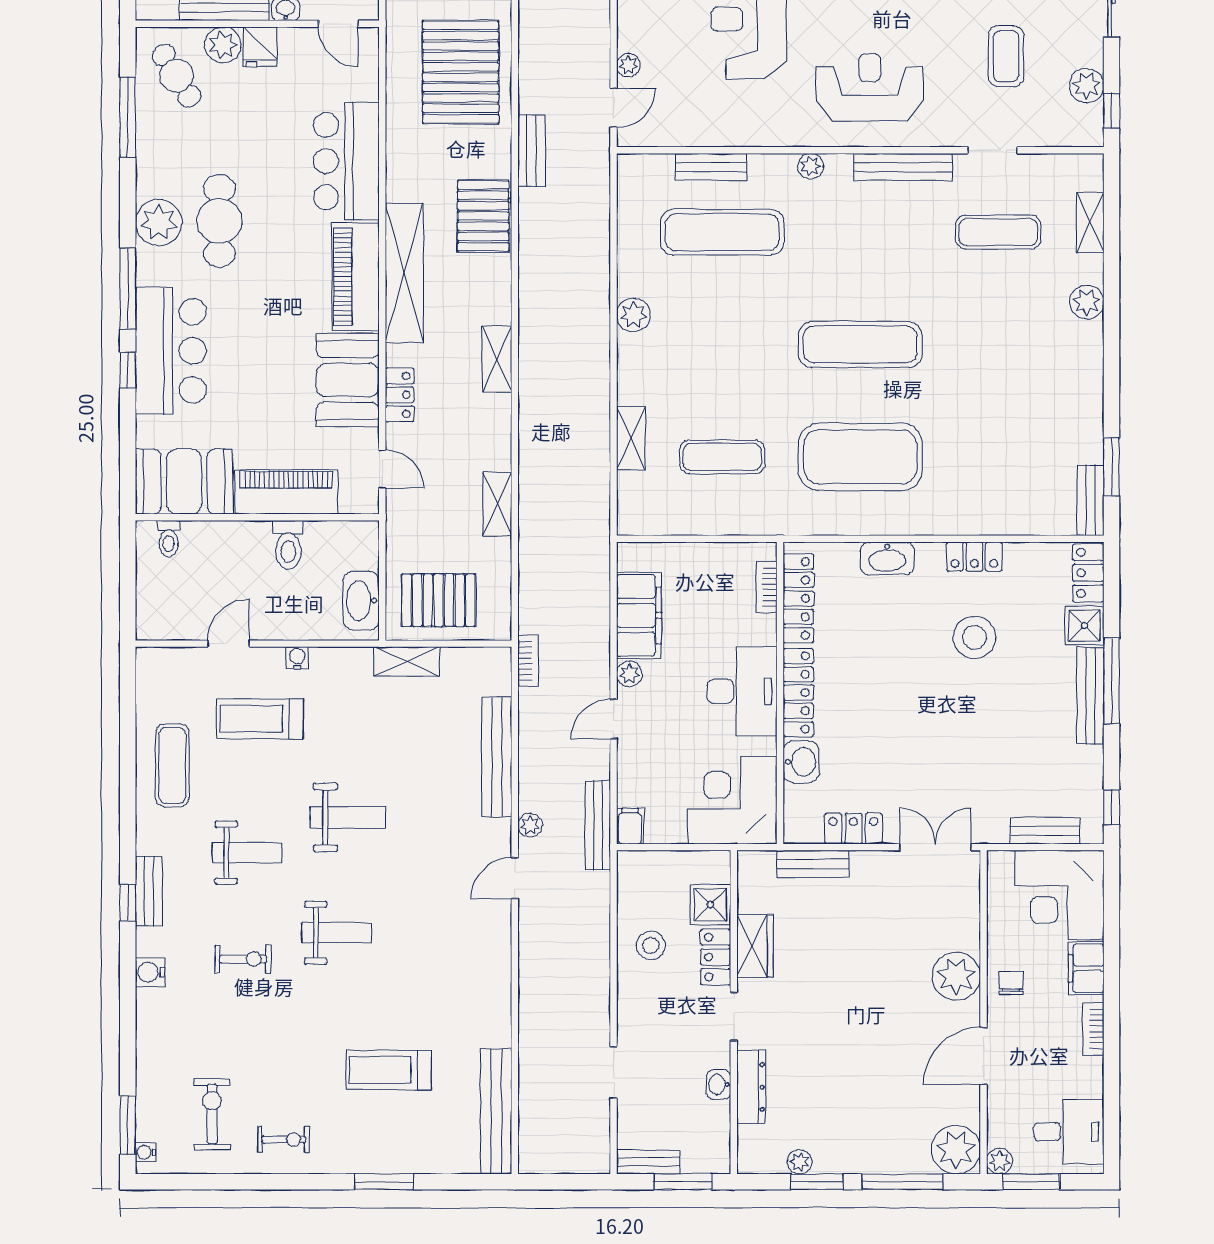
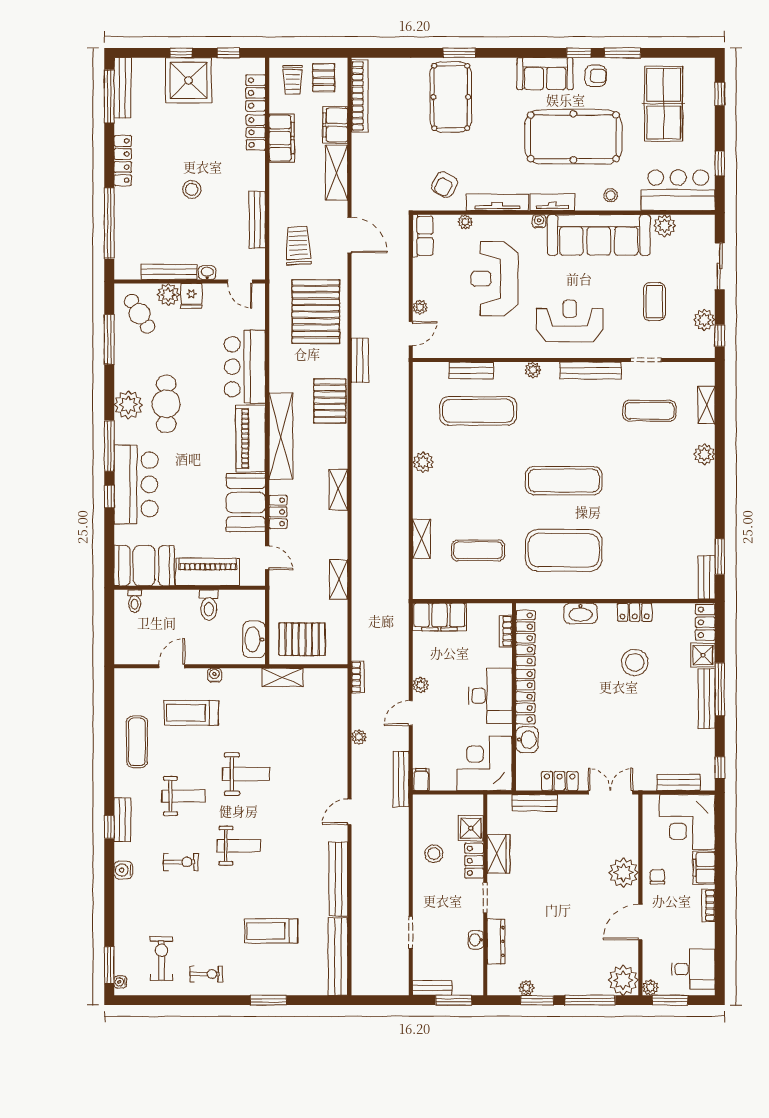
filing cabinet: (639, 615) -> (439, 617), moved, turned 90
bench: (497, 757) -> (338, 879), moved
plant: (530, 825) -> (359, 737), moved

